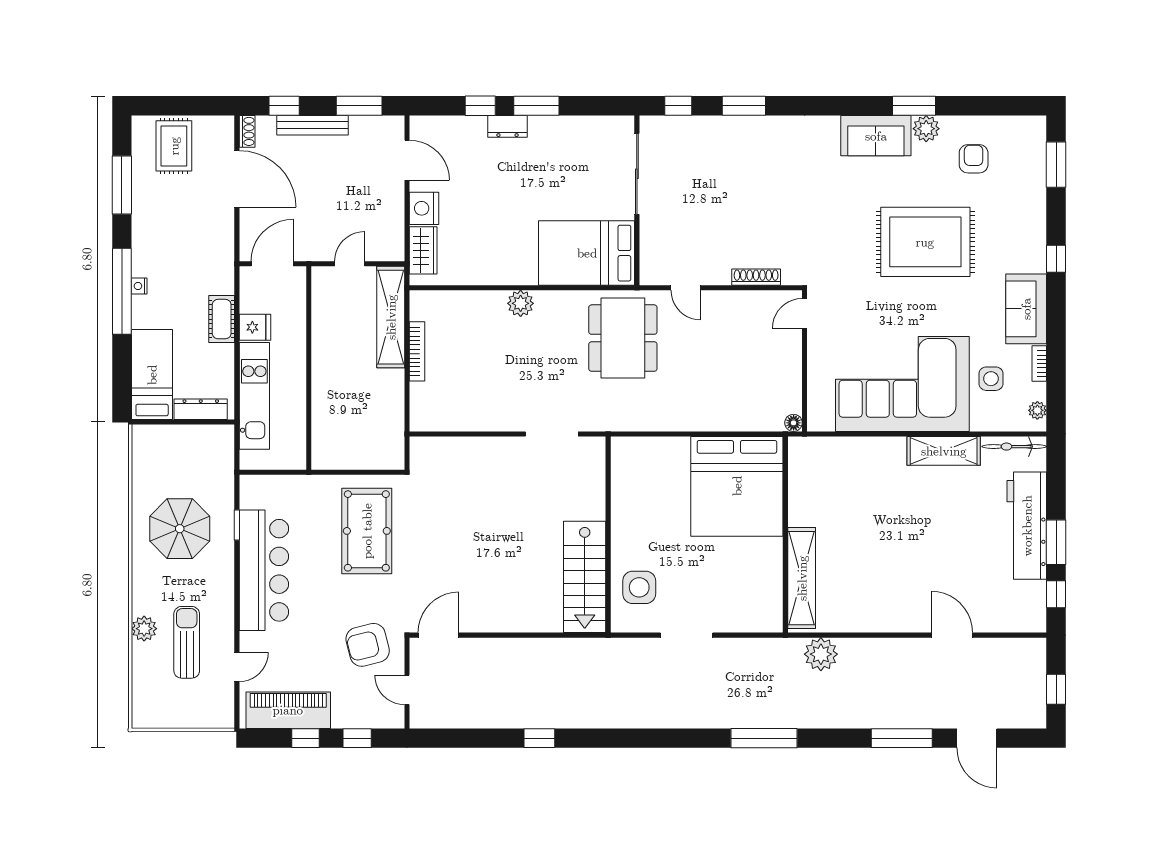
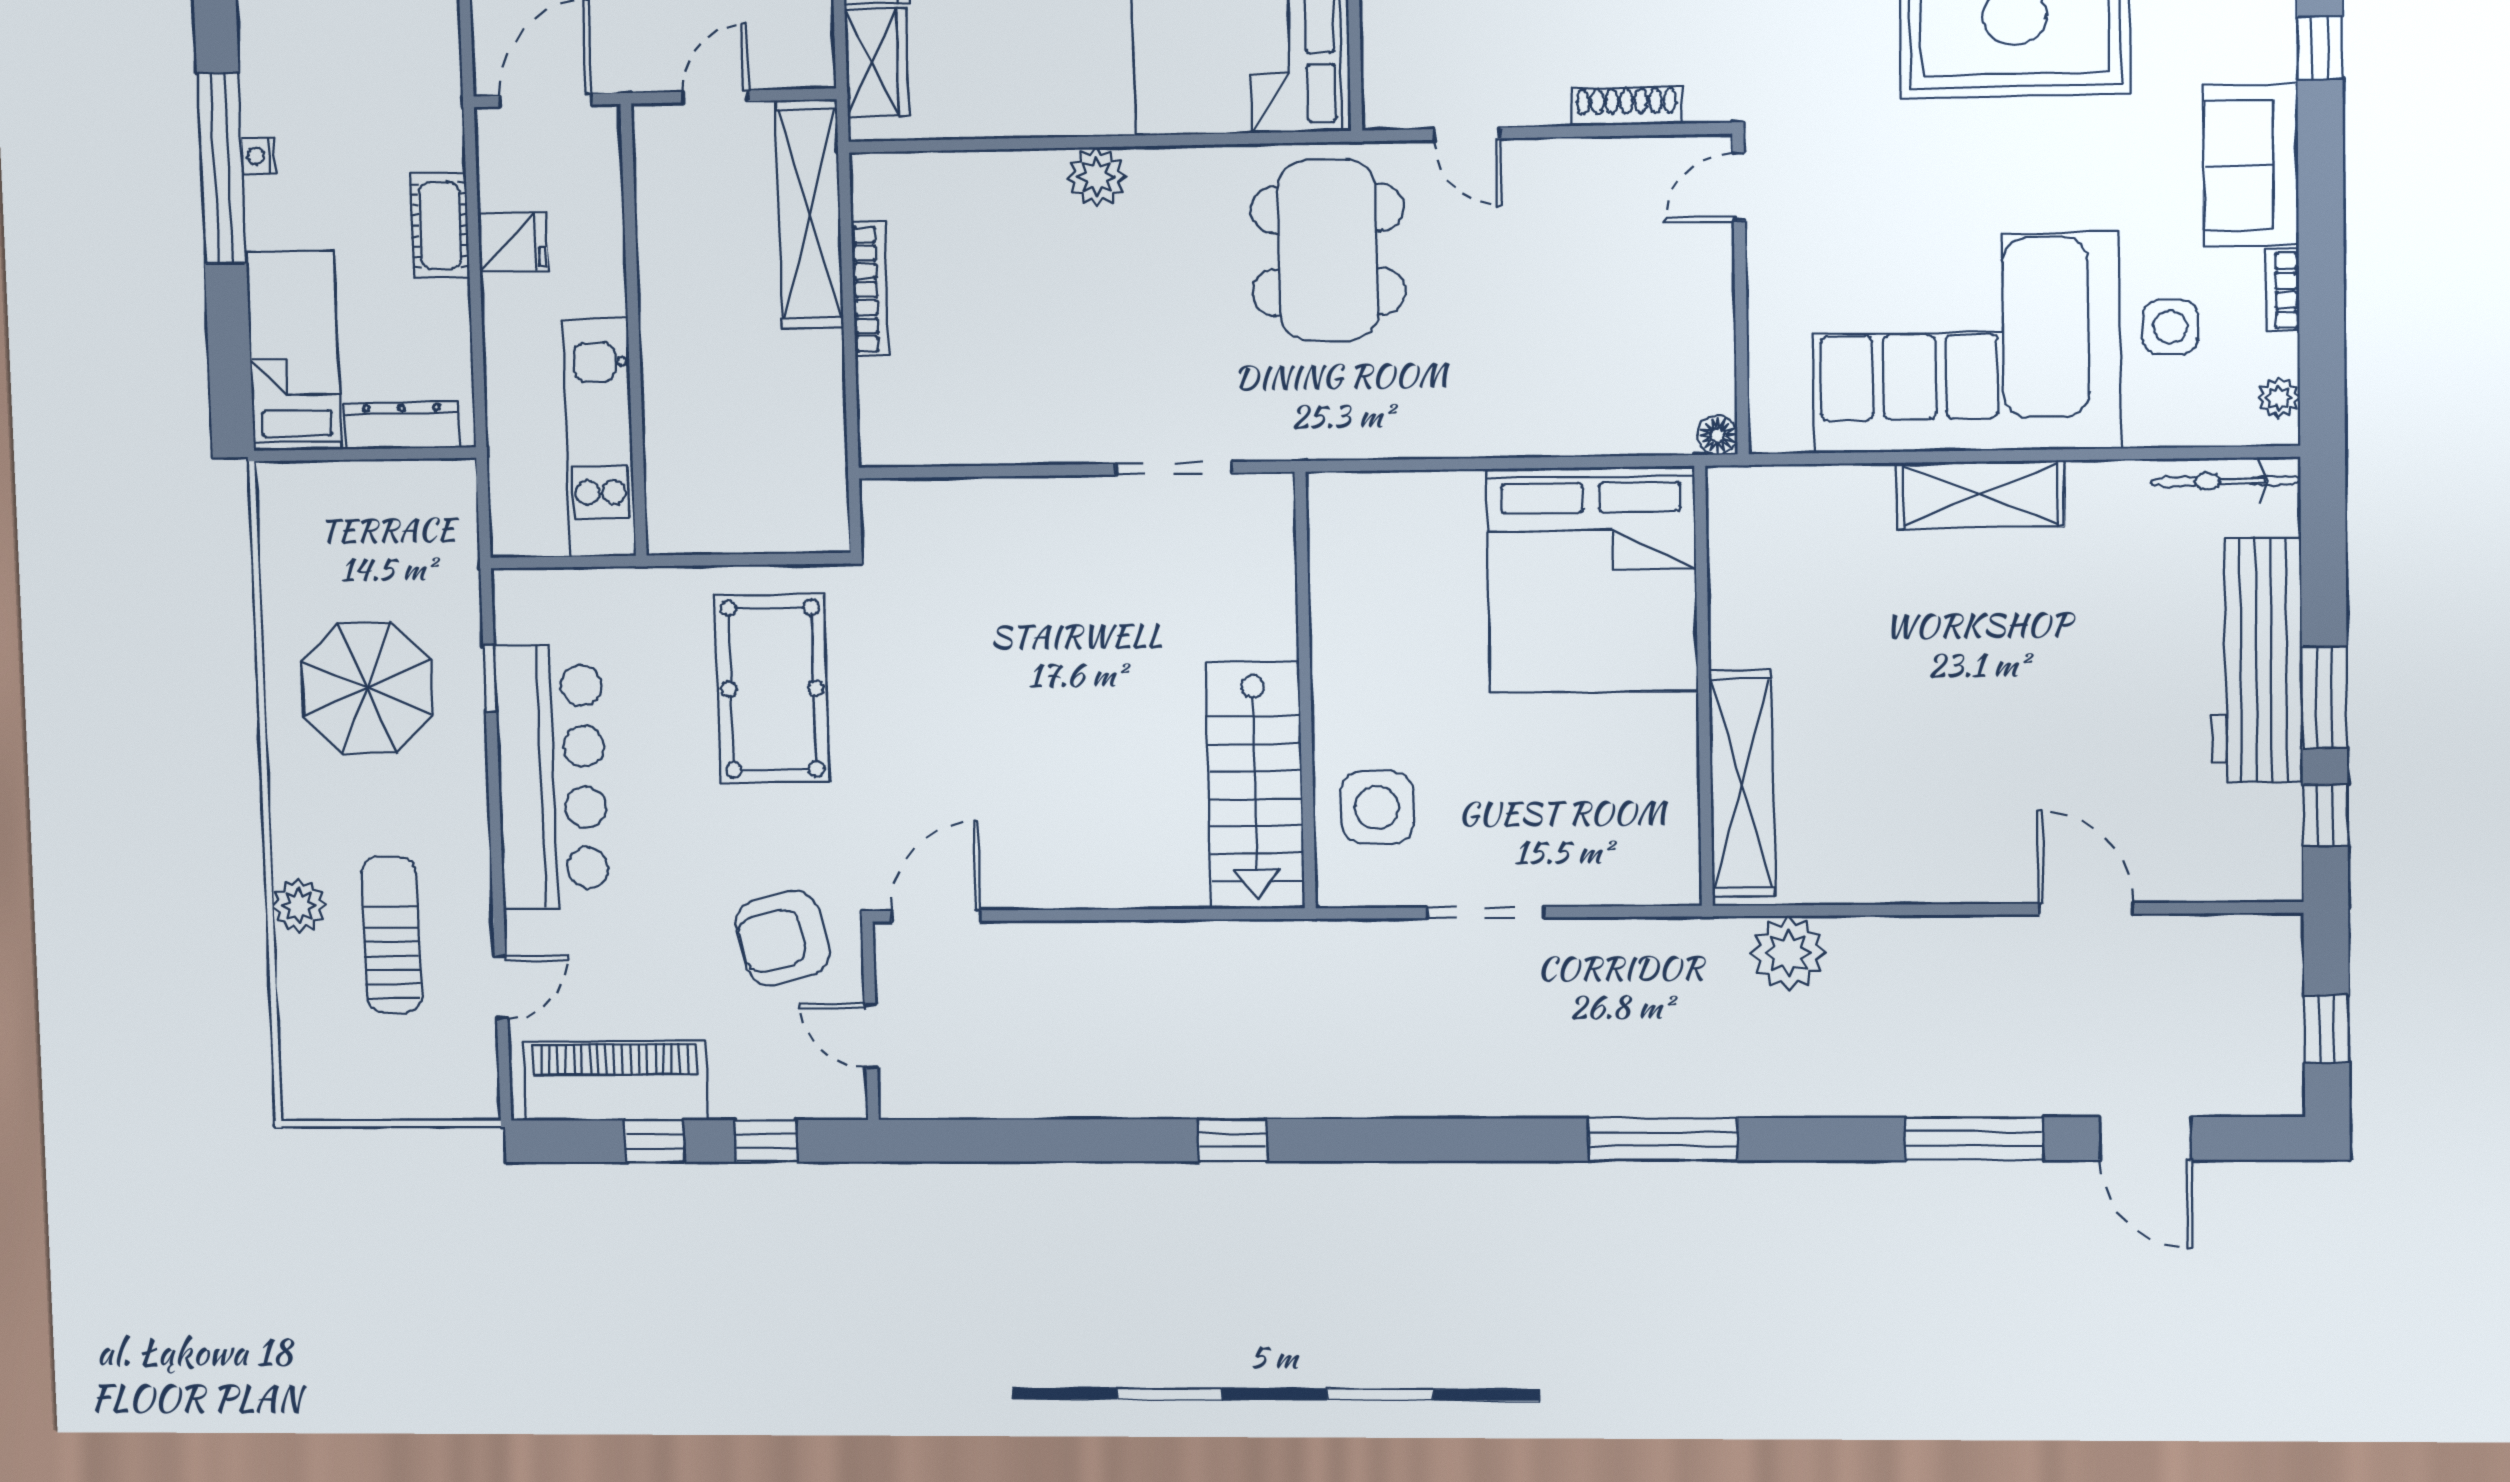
kitchen unit: (254, 396) -> (599, 438), moved, turned 180
shelving: (944, 451) -> (1980, 495), moved
window: (539, 738) -> (1232, 1140), moved

